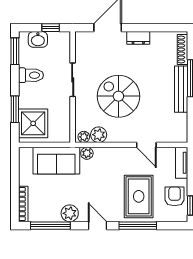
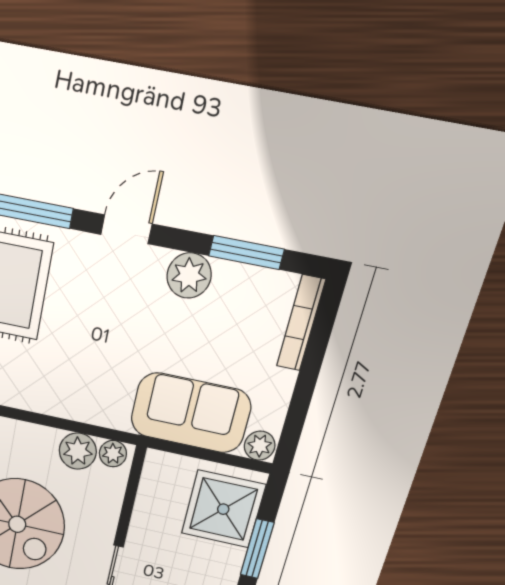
plant: (87, 153) -> (260, 446), moved
window: (50, 226) -> (246, 253), width x0.69
door: (97, 226) -> (126, 229), swing flipped

